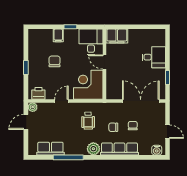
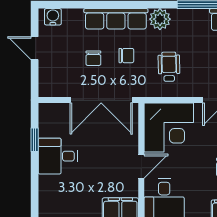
desk: (154, 57) -> (58, 156), moved
door: (104, 62) -> (141, 166), hinge flipped
double door: (141, 101) -> (101, 100), moved

